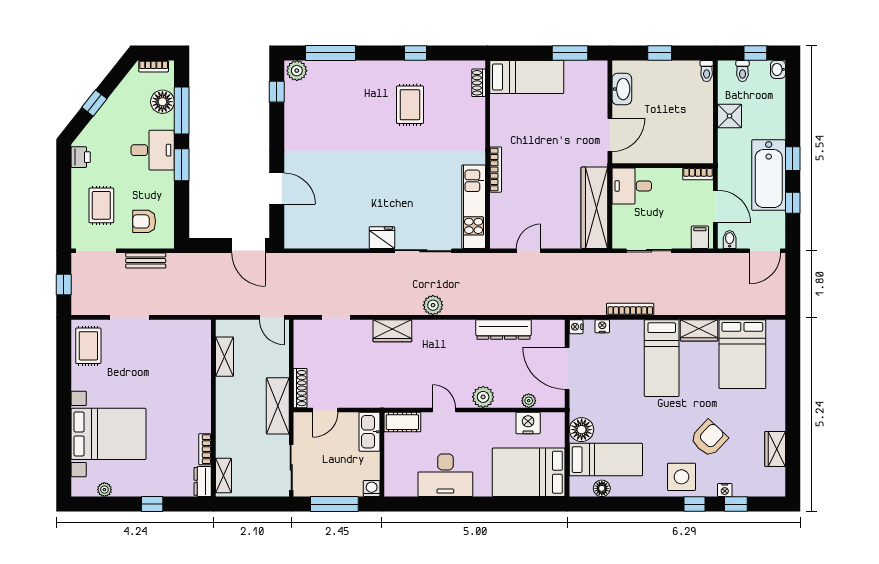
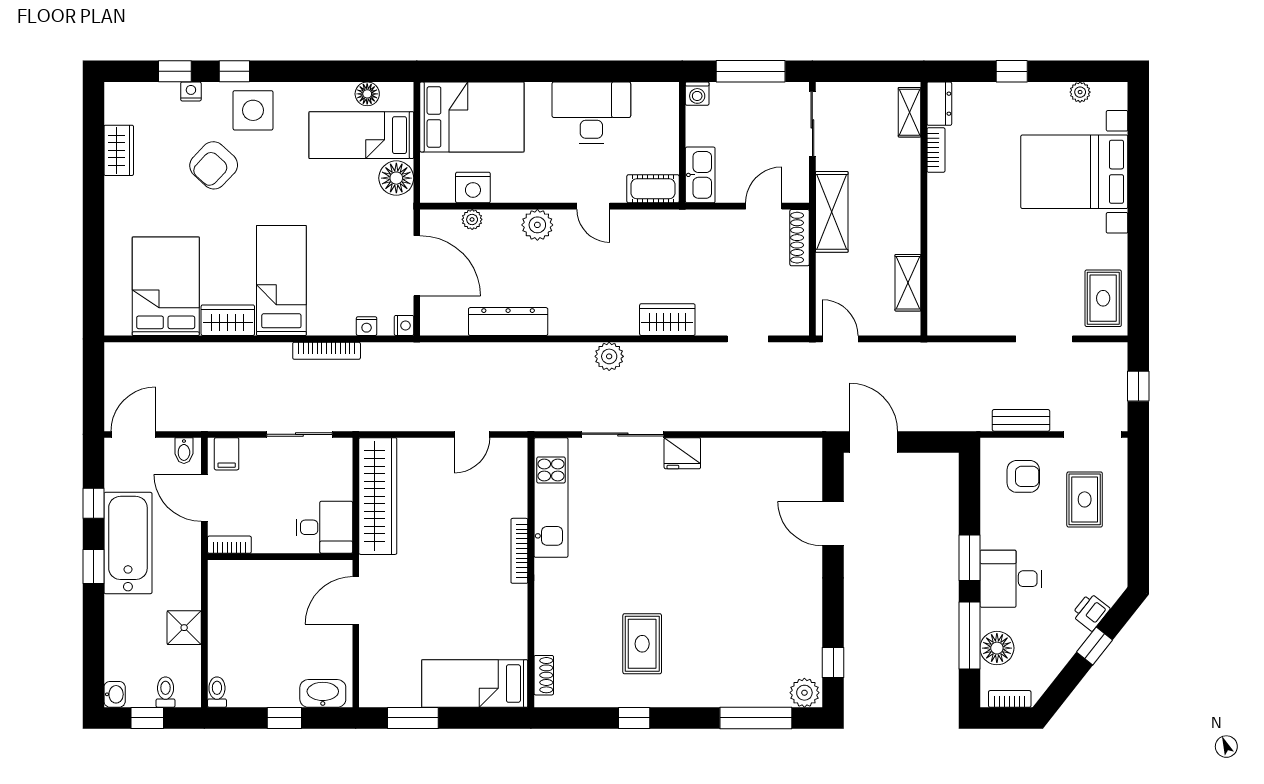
washbasin: (622, 89) -> (323, 693), moved, turned 90
printer: (81, 157) -> (1091, 612), moved, turned 38

